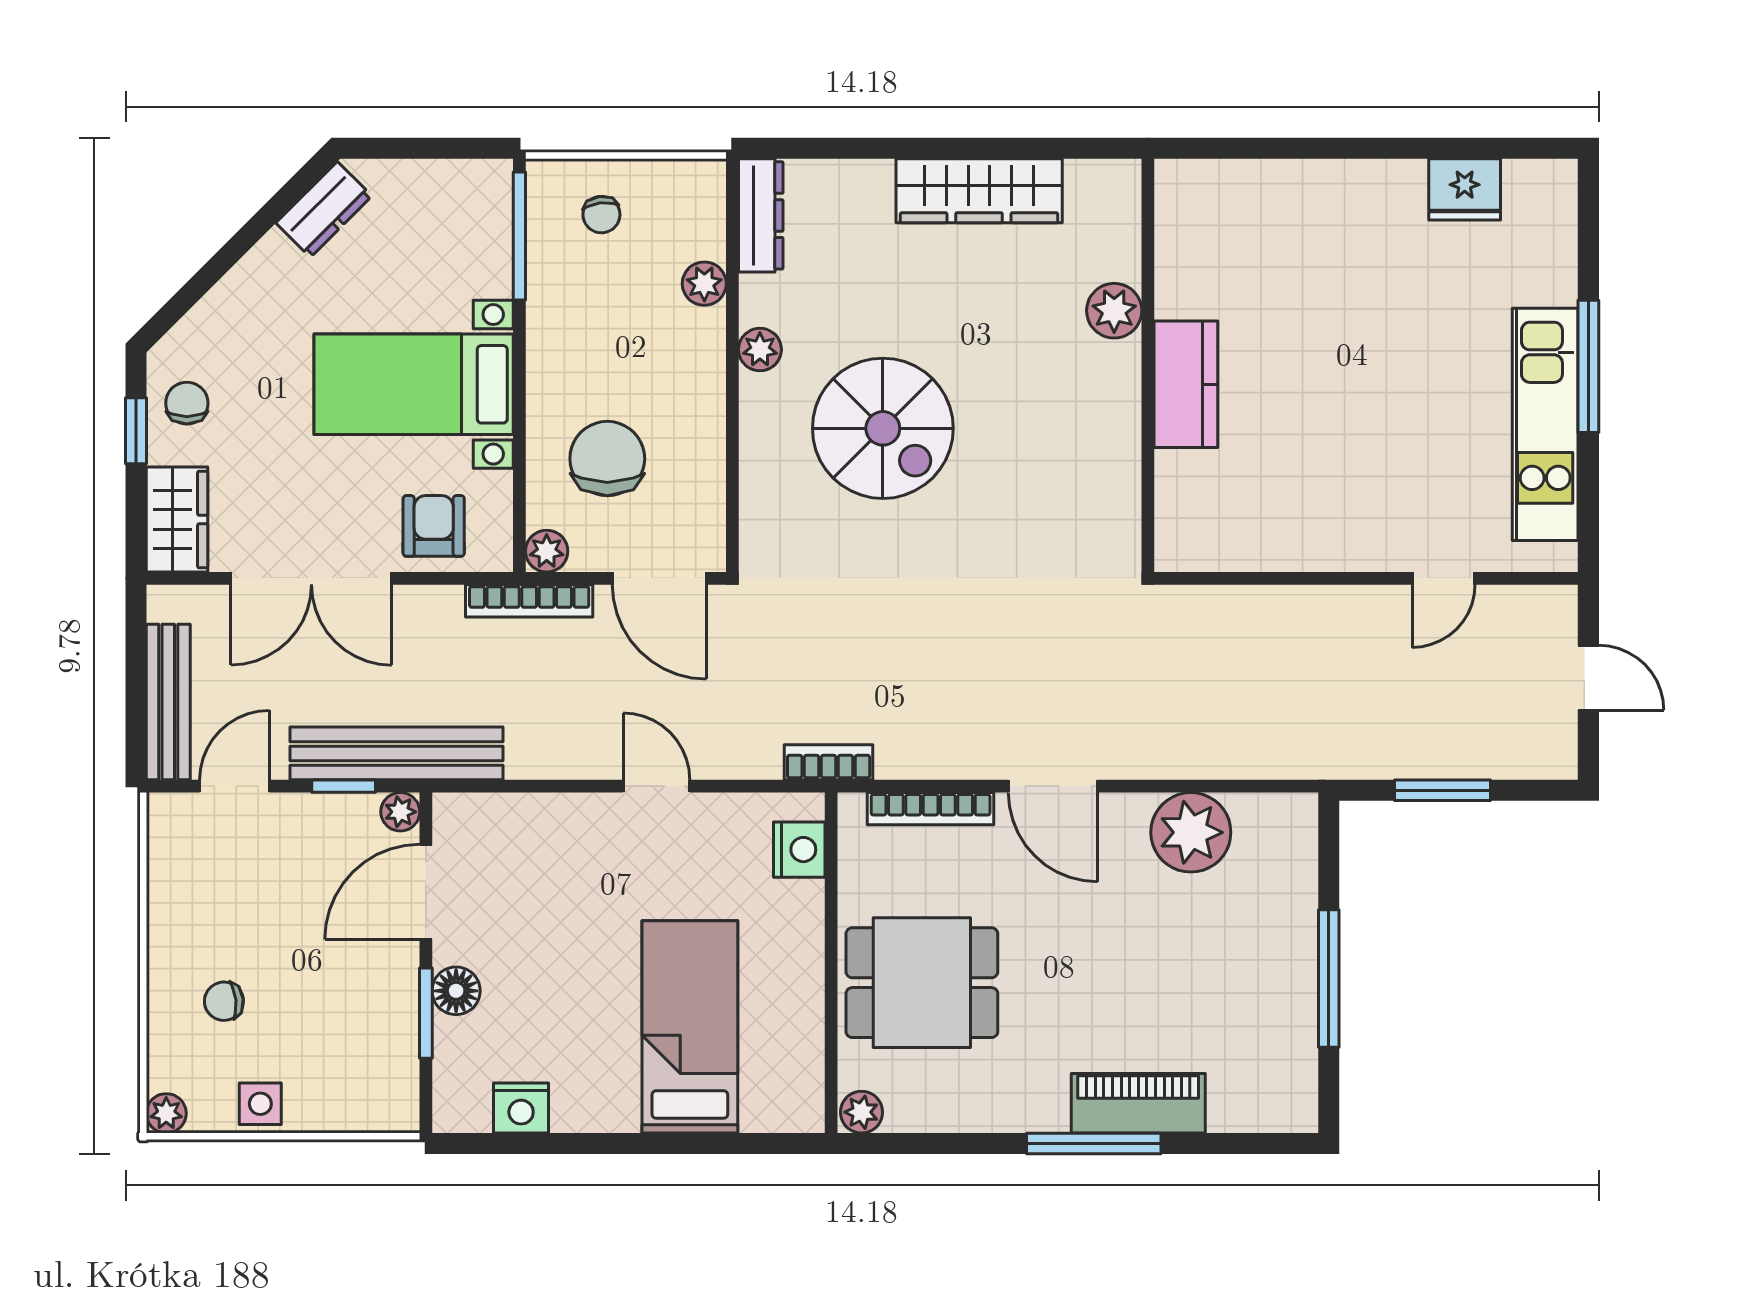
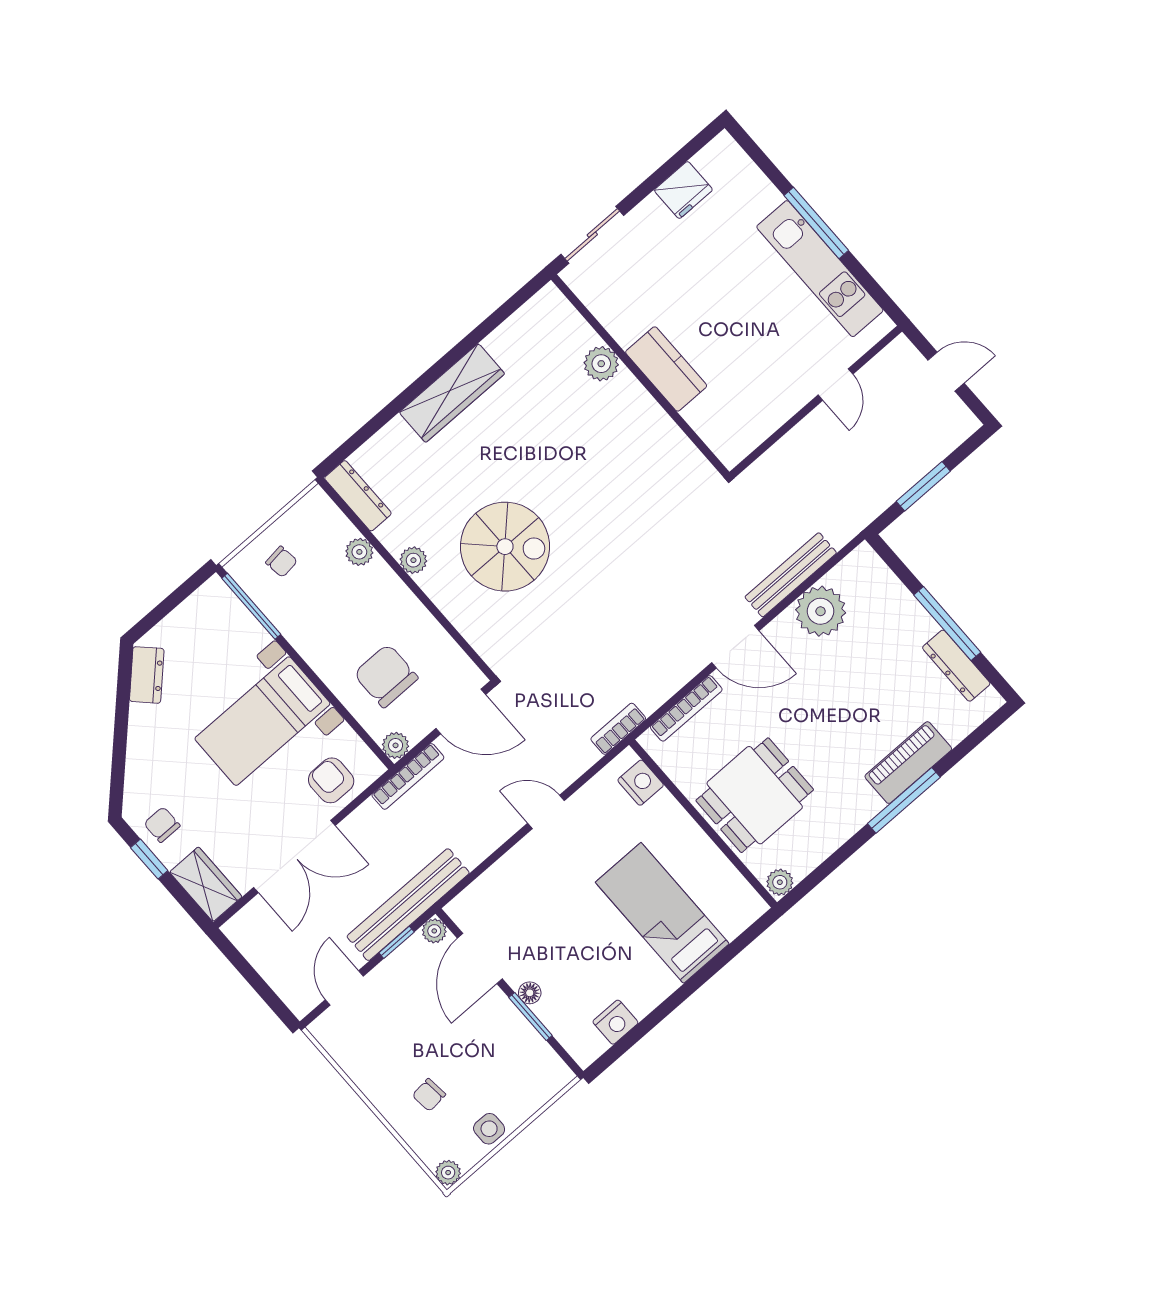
sliding door: (1310, 148) -> (592, 235), added
plant: (1114, 311) -> (601, 364), moved
wall: (1148, 365) -> (640, 376), moved
kitchen counter: (1186, 384) -> (666, 369), moved
bench: (168, 702) -> (791, 575), moved, turned 90
floor lamp: (456, 991) -> (530, 993), width x0.73, depth x0.73
dresser: (1296, 1038) -> (956, 666), added

